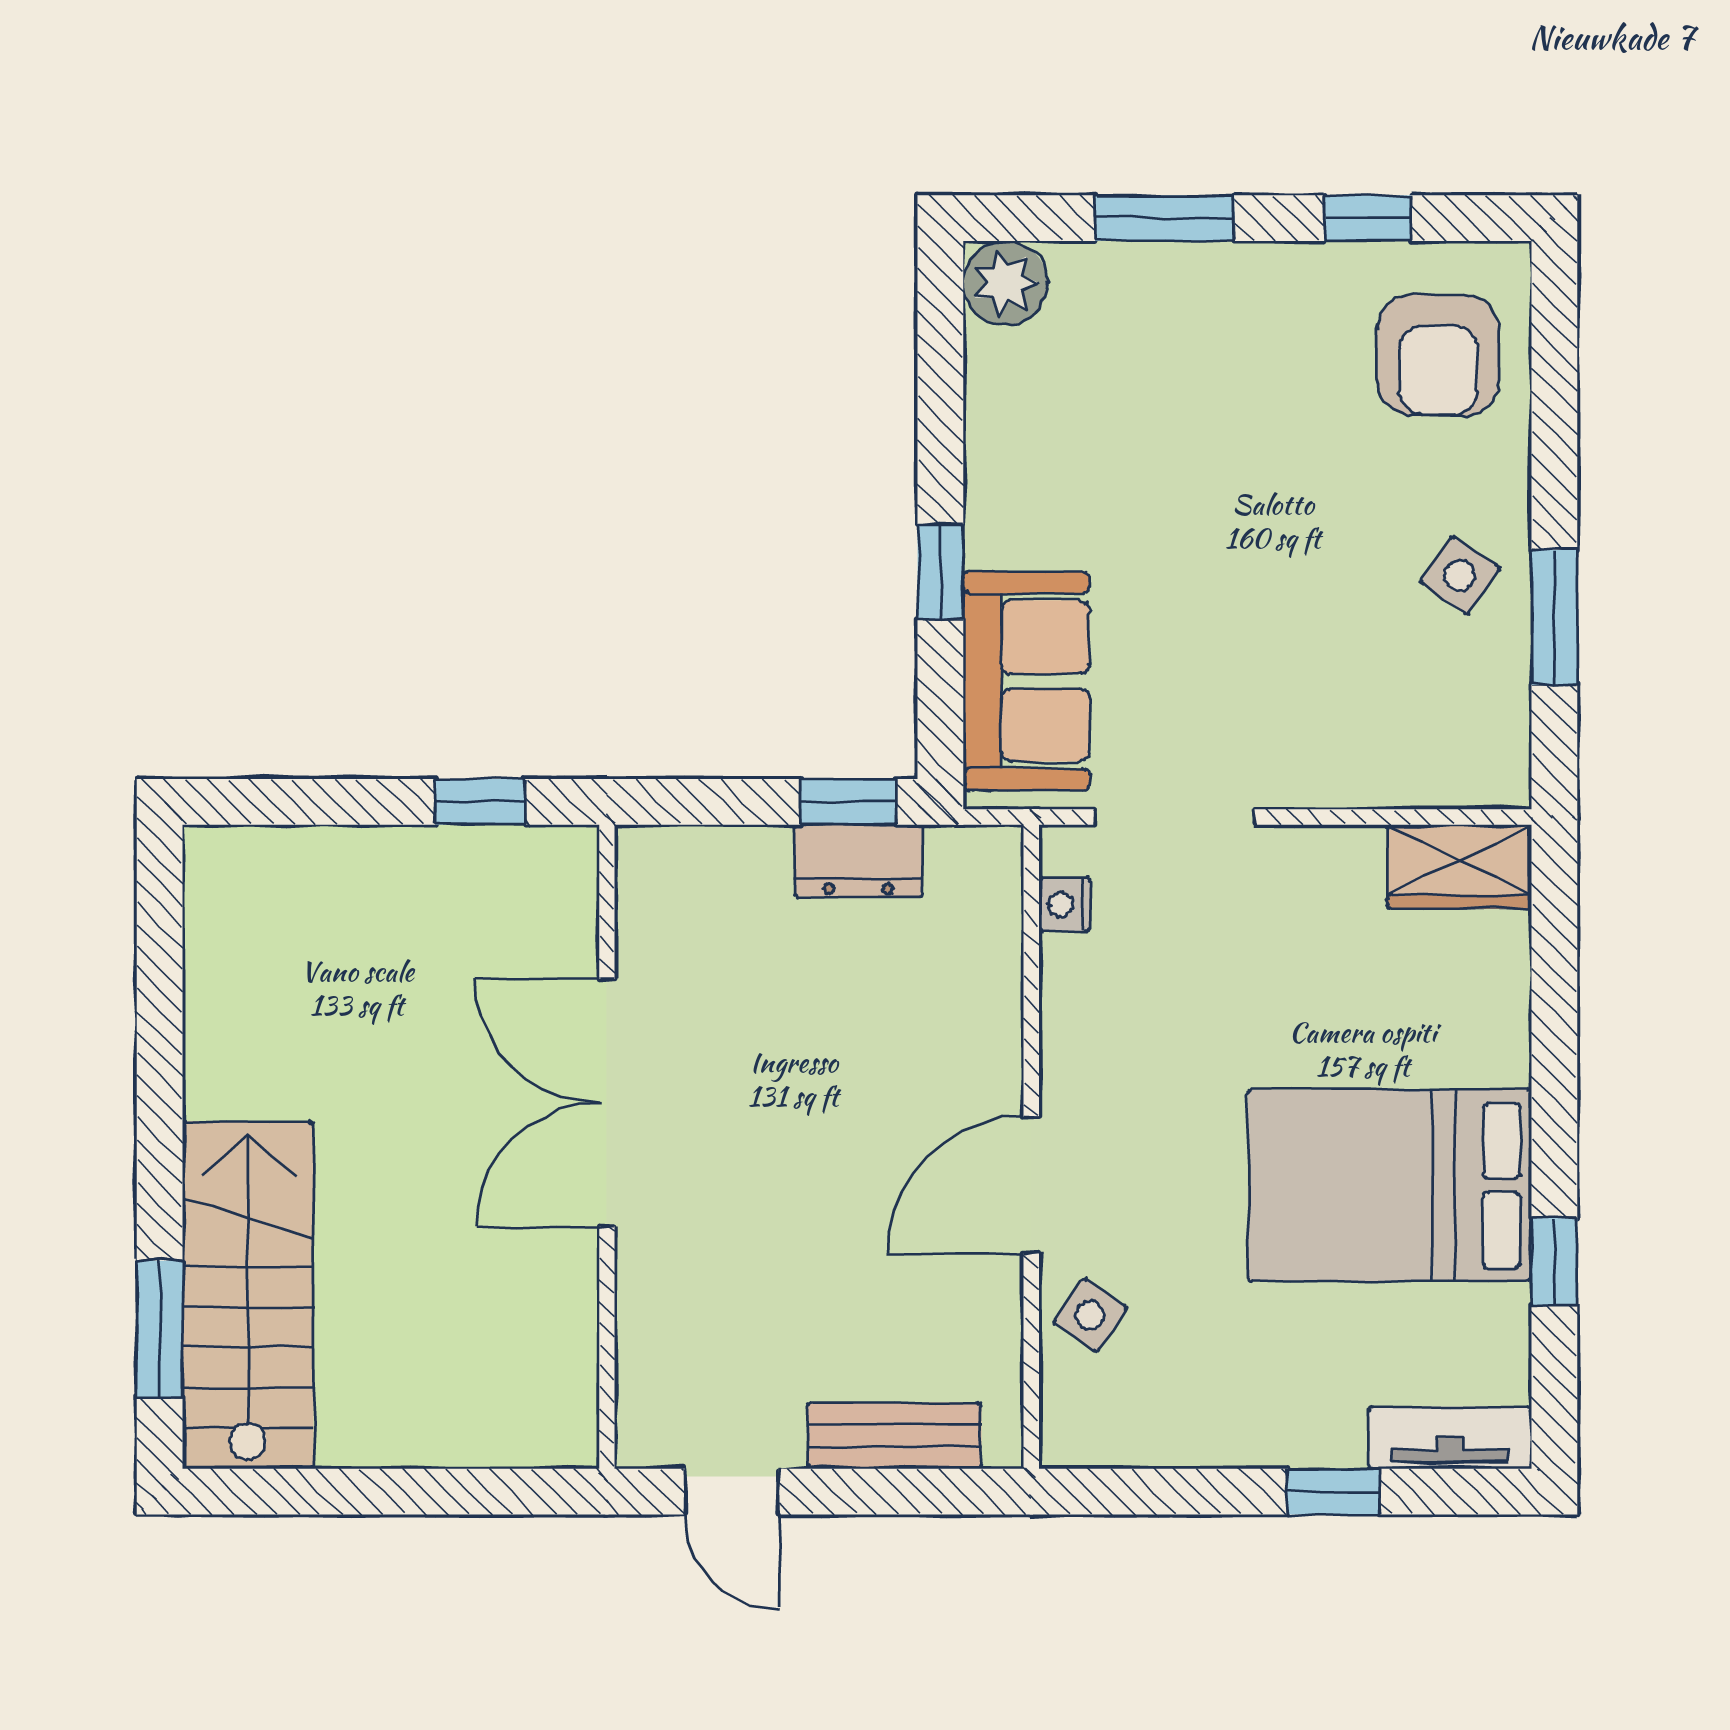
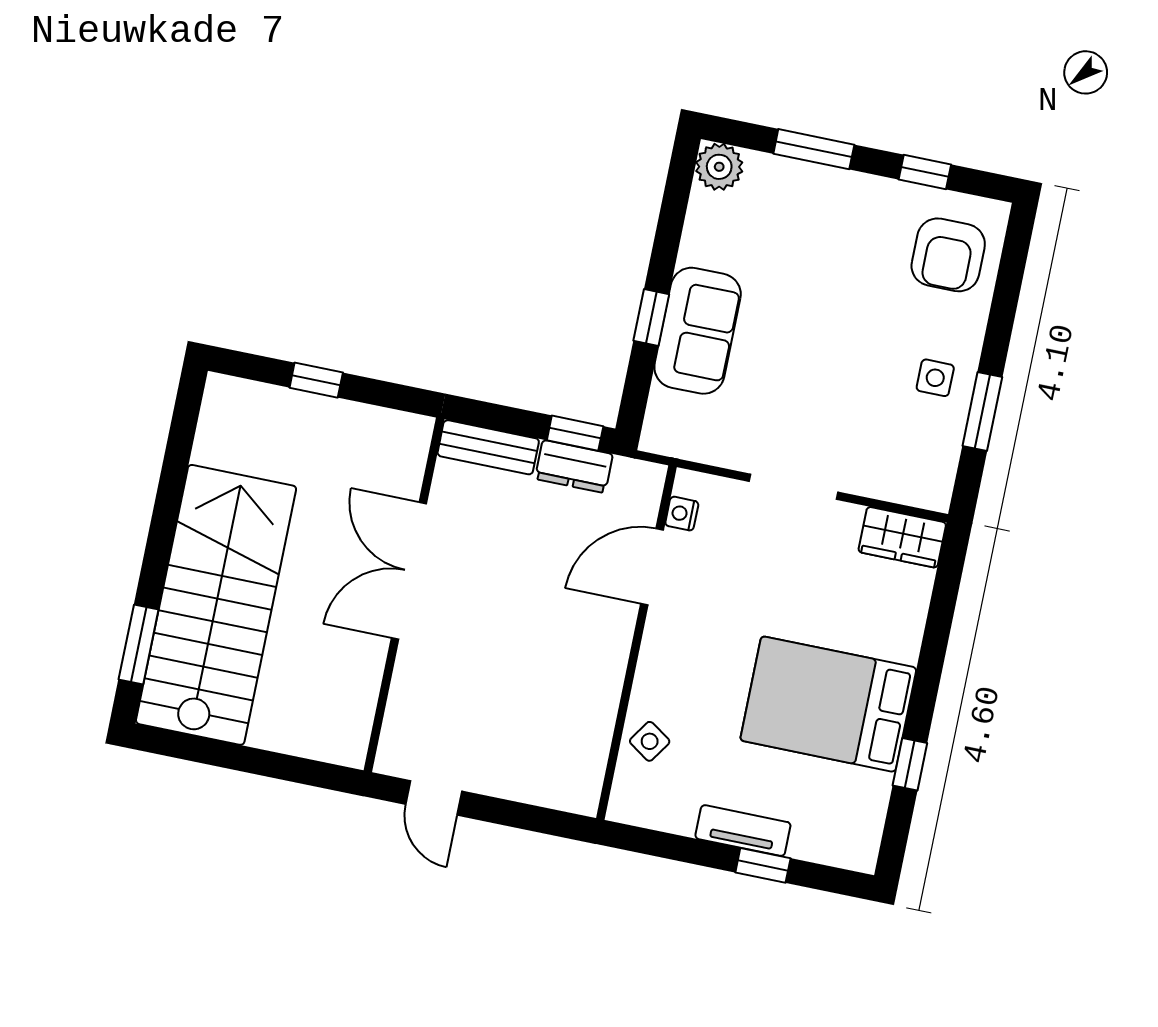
side table: (1460, 575) -> (935, 378), turned -35
sofa: (1026, 681) -> (698, 331), moved
window: (480, 802) -> (316, 380), moved
doorway: (1174, 817) -> (793, 487), moved
door: (1031, 1185) -> (652, 567), moved
stairs: (248, 1295) -> (216, 605), width x1.36, depth x1.51
bench: (894, 1436) -> (488, 447), moved
tv unit: (1450, 1438) -> (743, 831), moved

